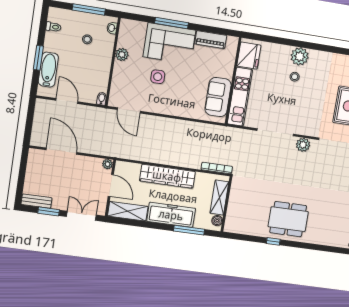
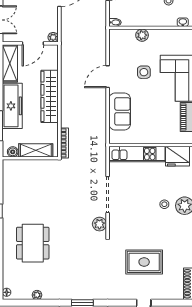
plant: (122, 55) -> (142, 35), moved
sofa: (218, 97) -> (120, 111), moved, turned 90
door: (129, 110) -> (108, 77), moved
dining table: (288, 219) -> (33, 243), moved

